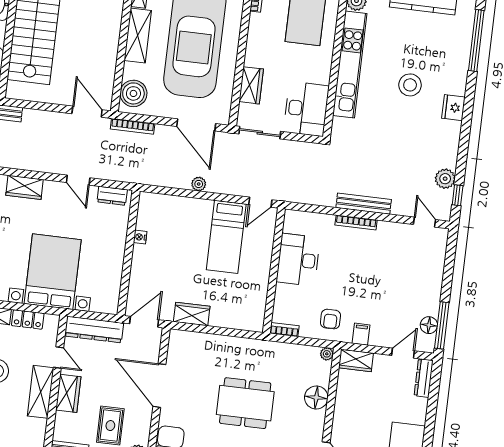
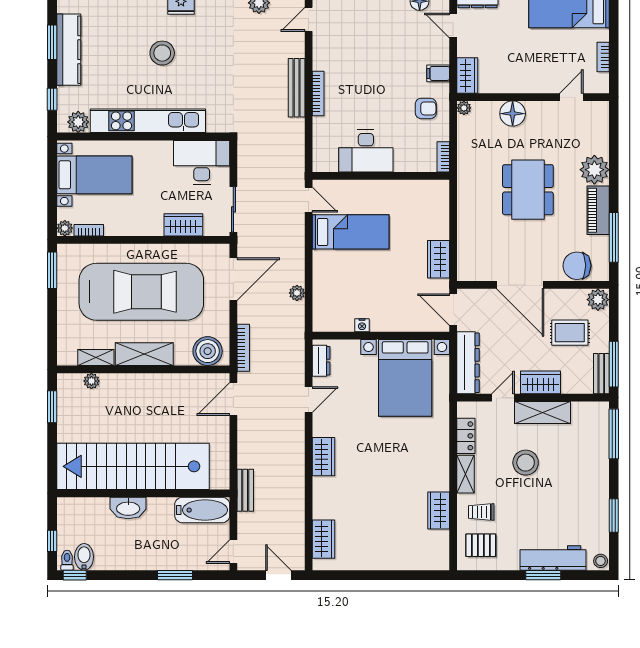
plant: (199, 184) -> (297, 293), moved
bed with nightstands: (53, 272) -> (405, 378), moved, turned -90
door: (159, 386) -> (520, 285), hinge flipped

